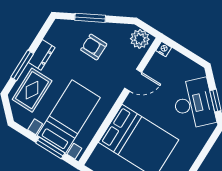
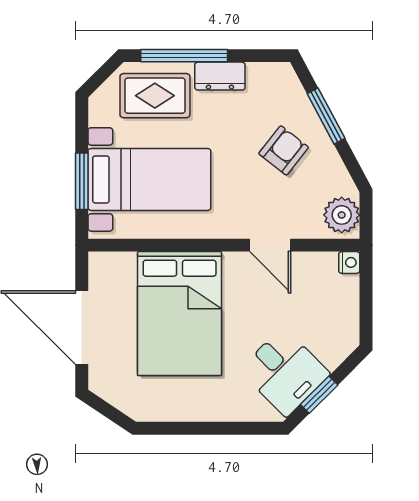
armchair: (94, 47) -> (284, 150), turned 38
window: (22, 65) -> (184, 56), width x1.44
desk: (194, 104) -> (285, 372), width x0.73

